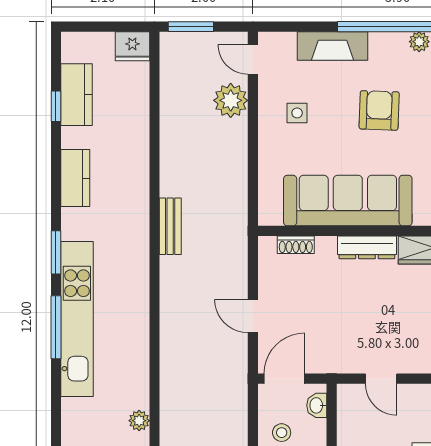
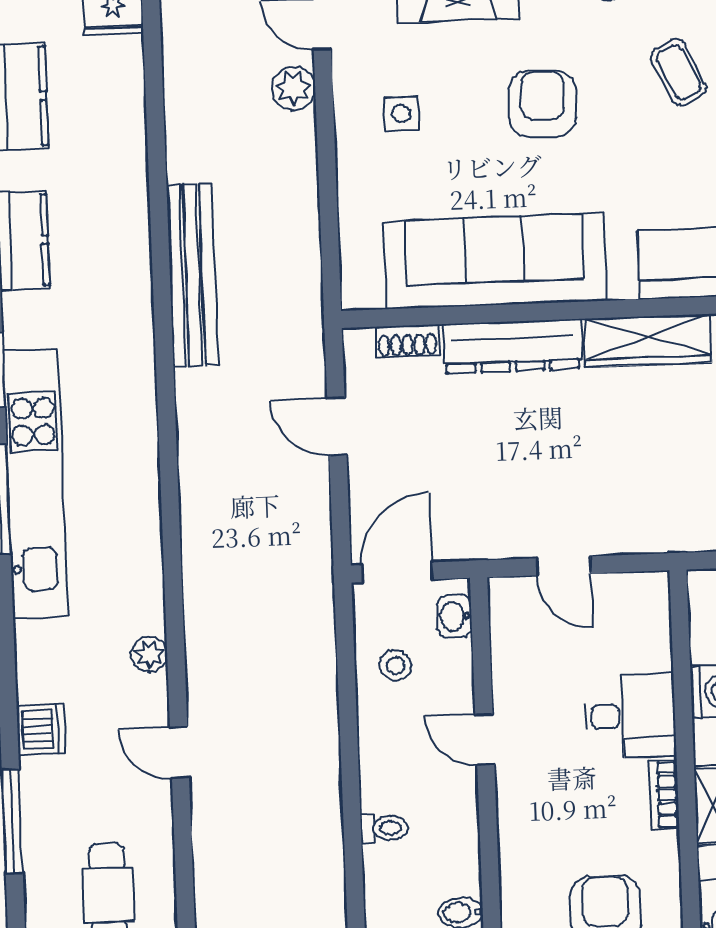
plant: (231, 100) -> (294, 88), width x0.73, depth x0.73
bench: (170, 226) -> (192, 275), width x1.86, depth x1.21
dresser: (367, 247) -> (512, 346), width x1.37, depth x1.24
door: (253, 316) -> (337, 427), moved

